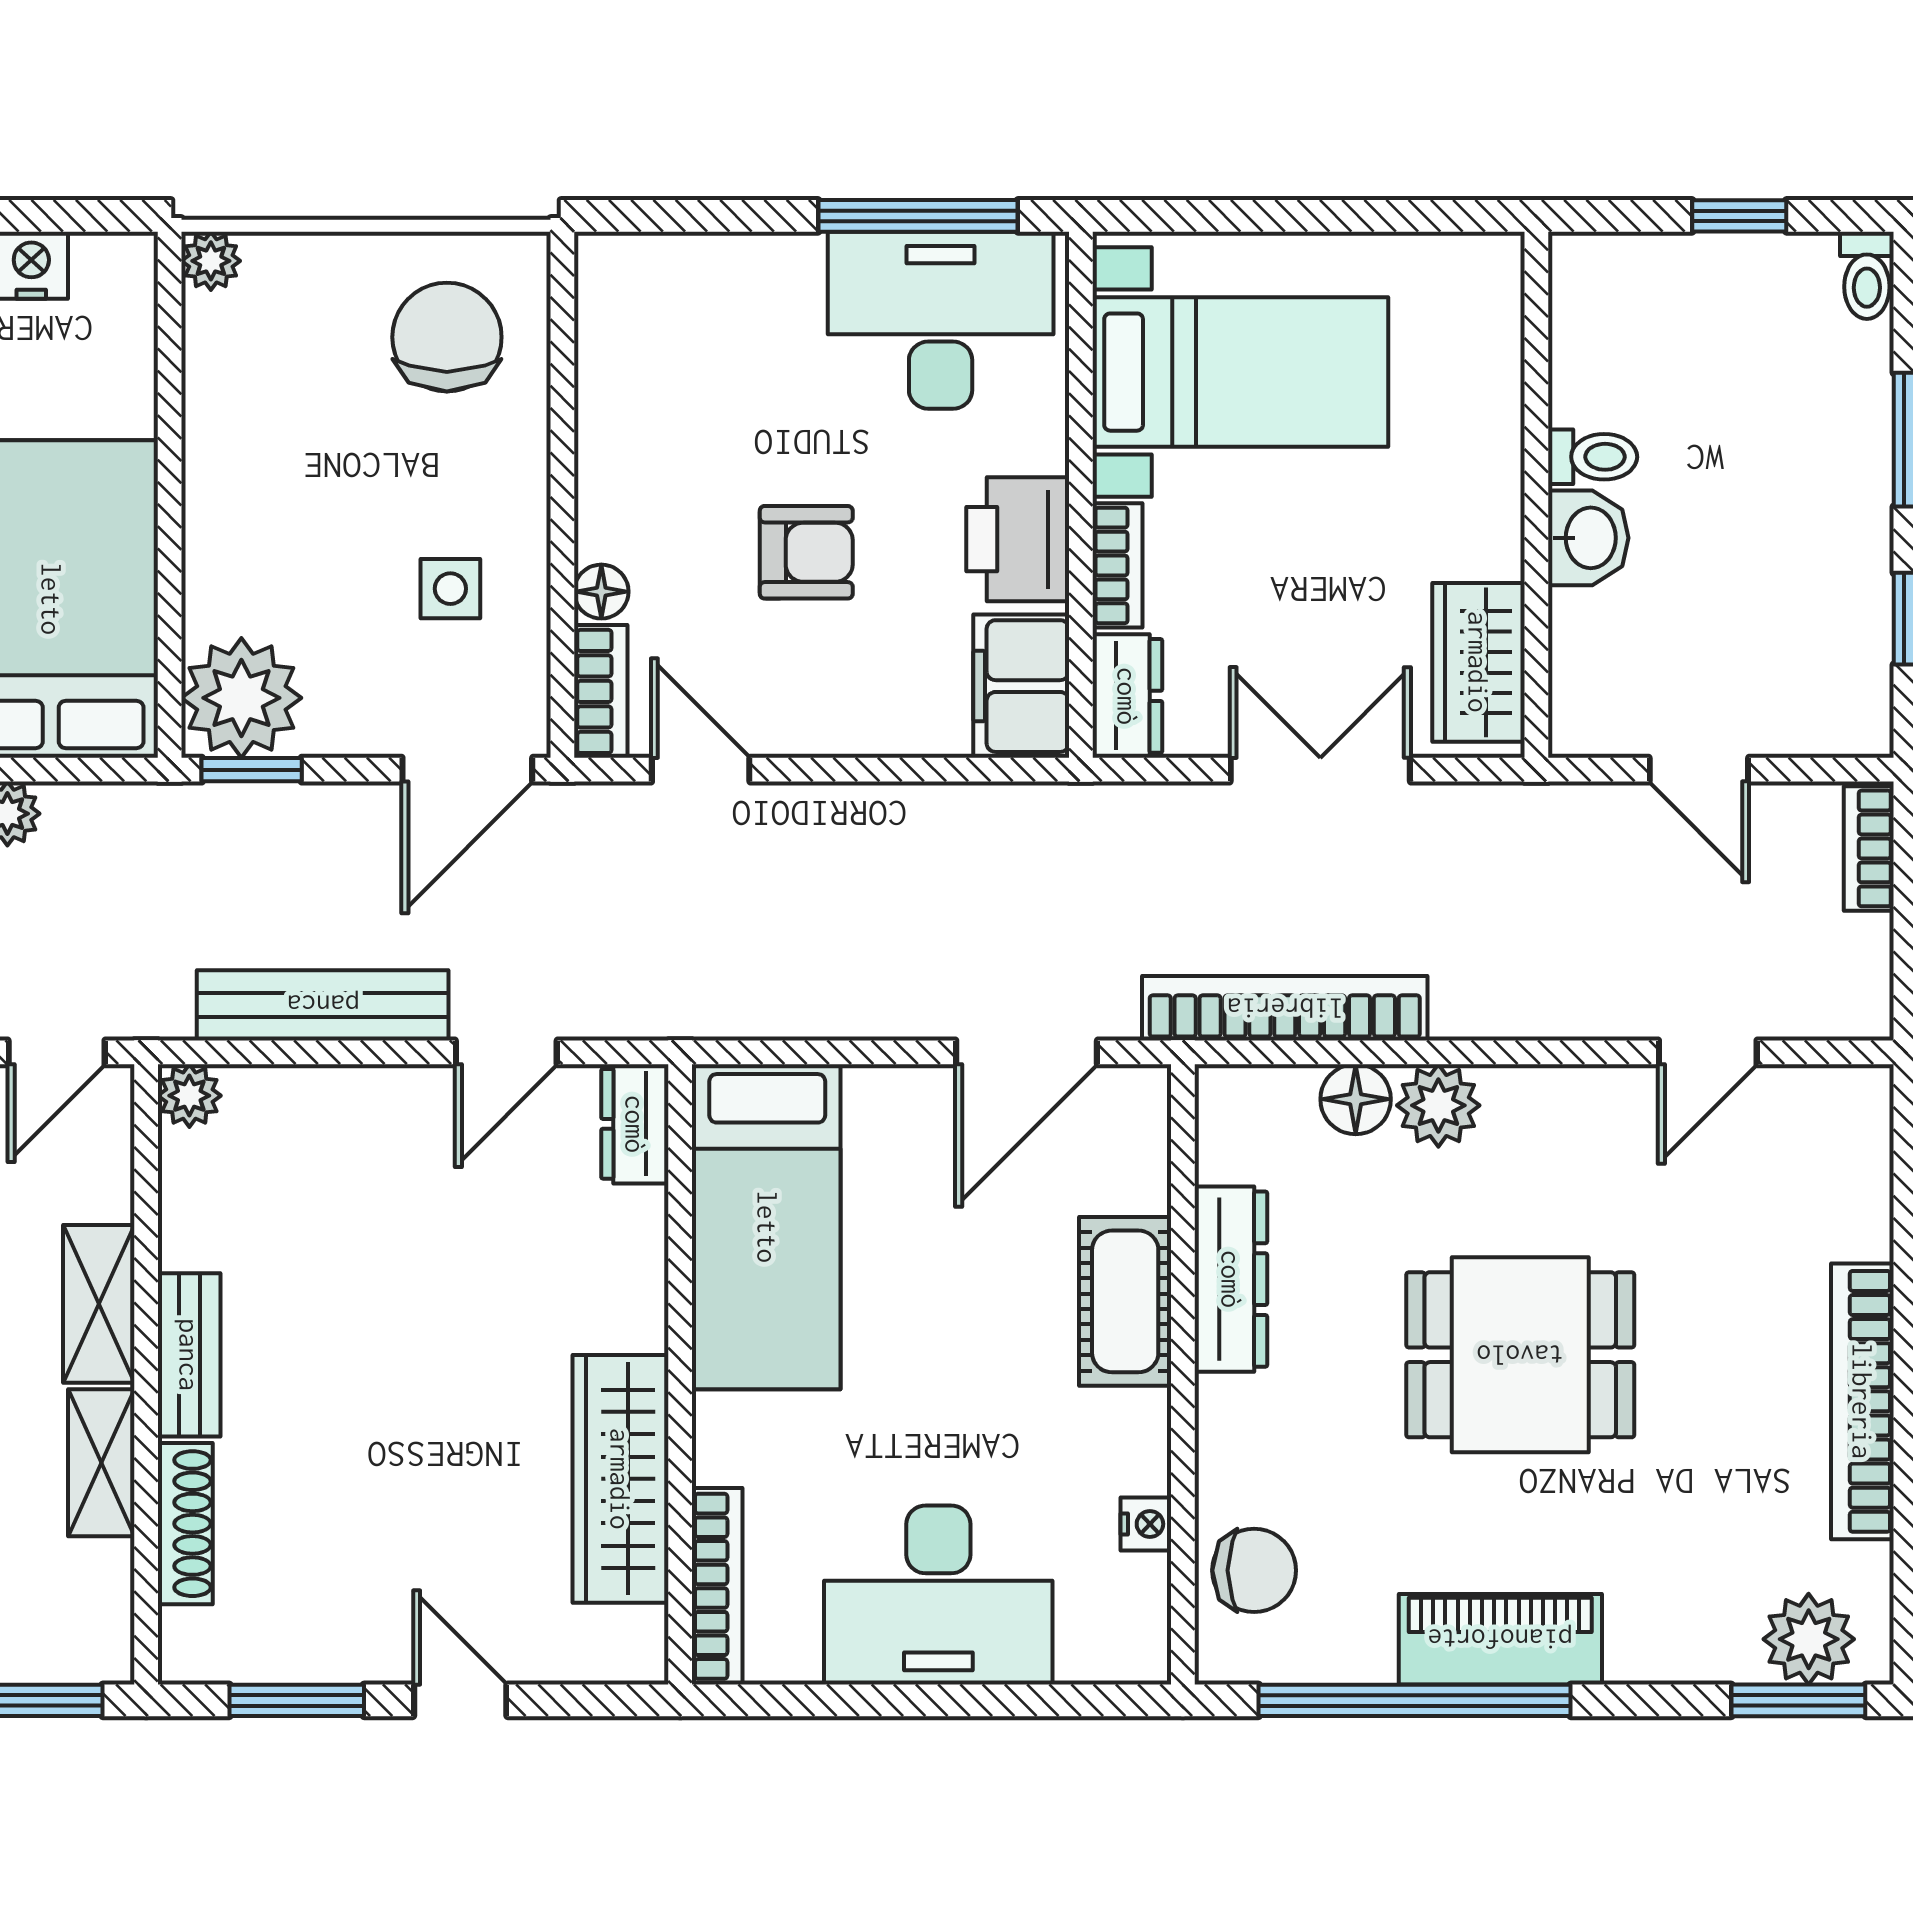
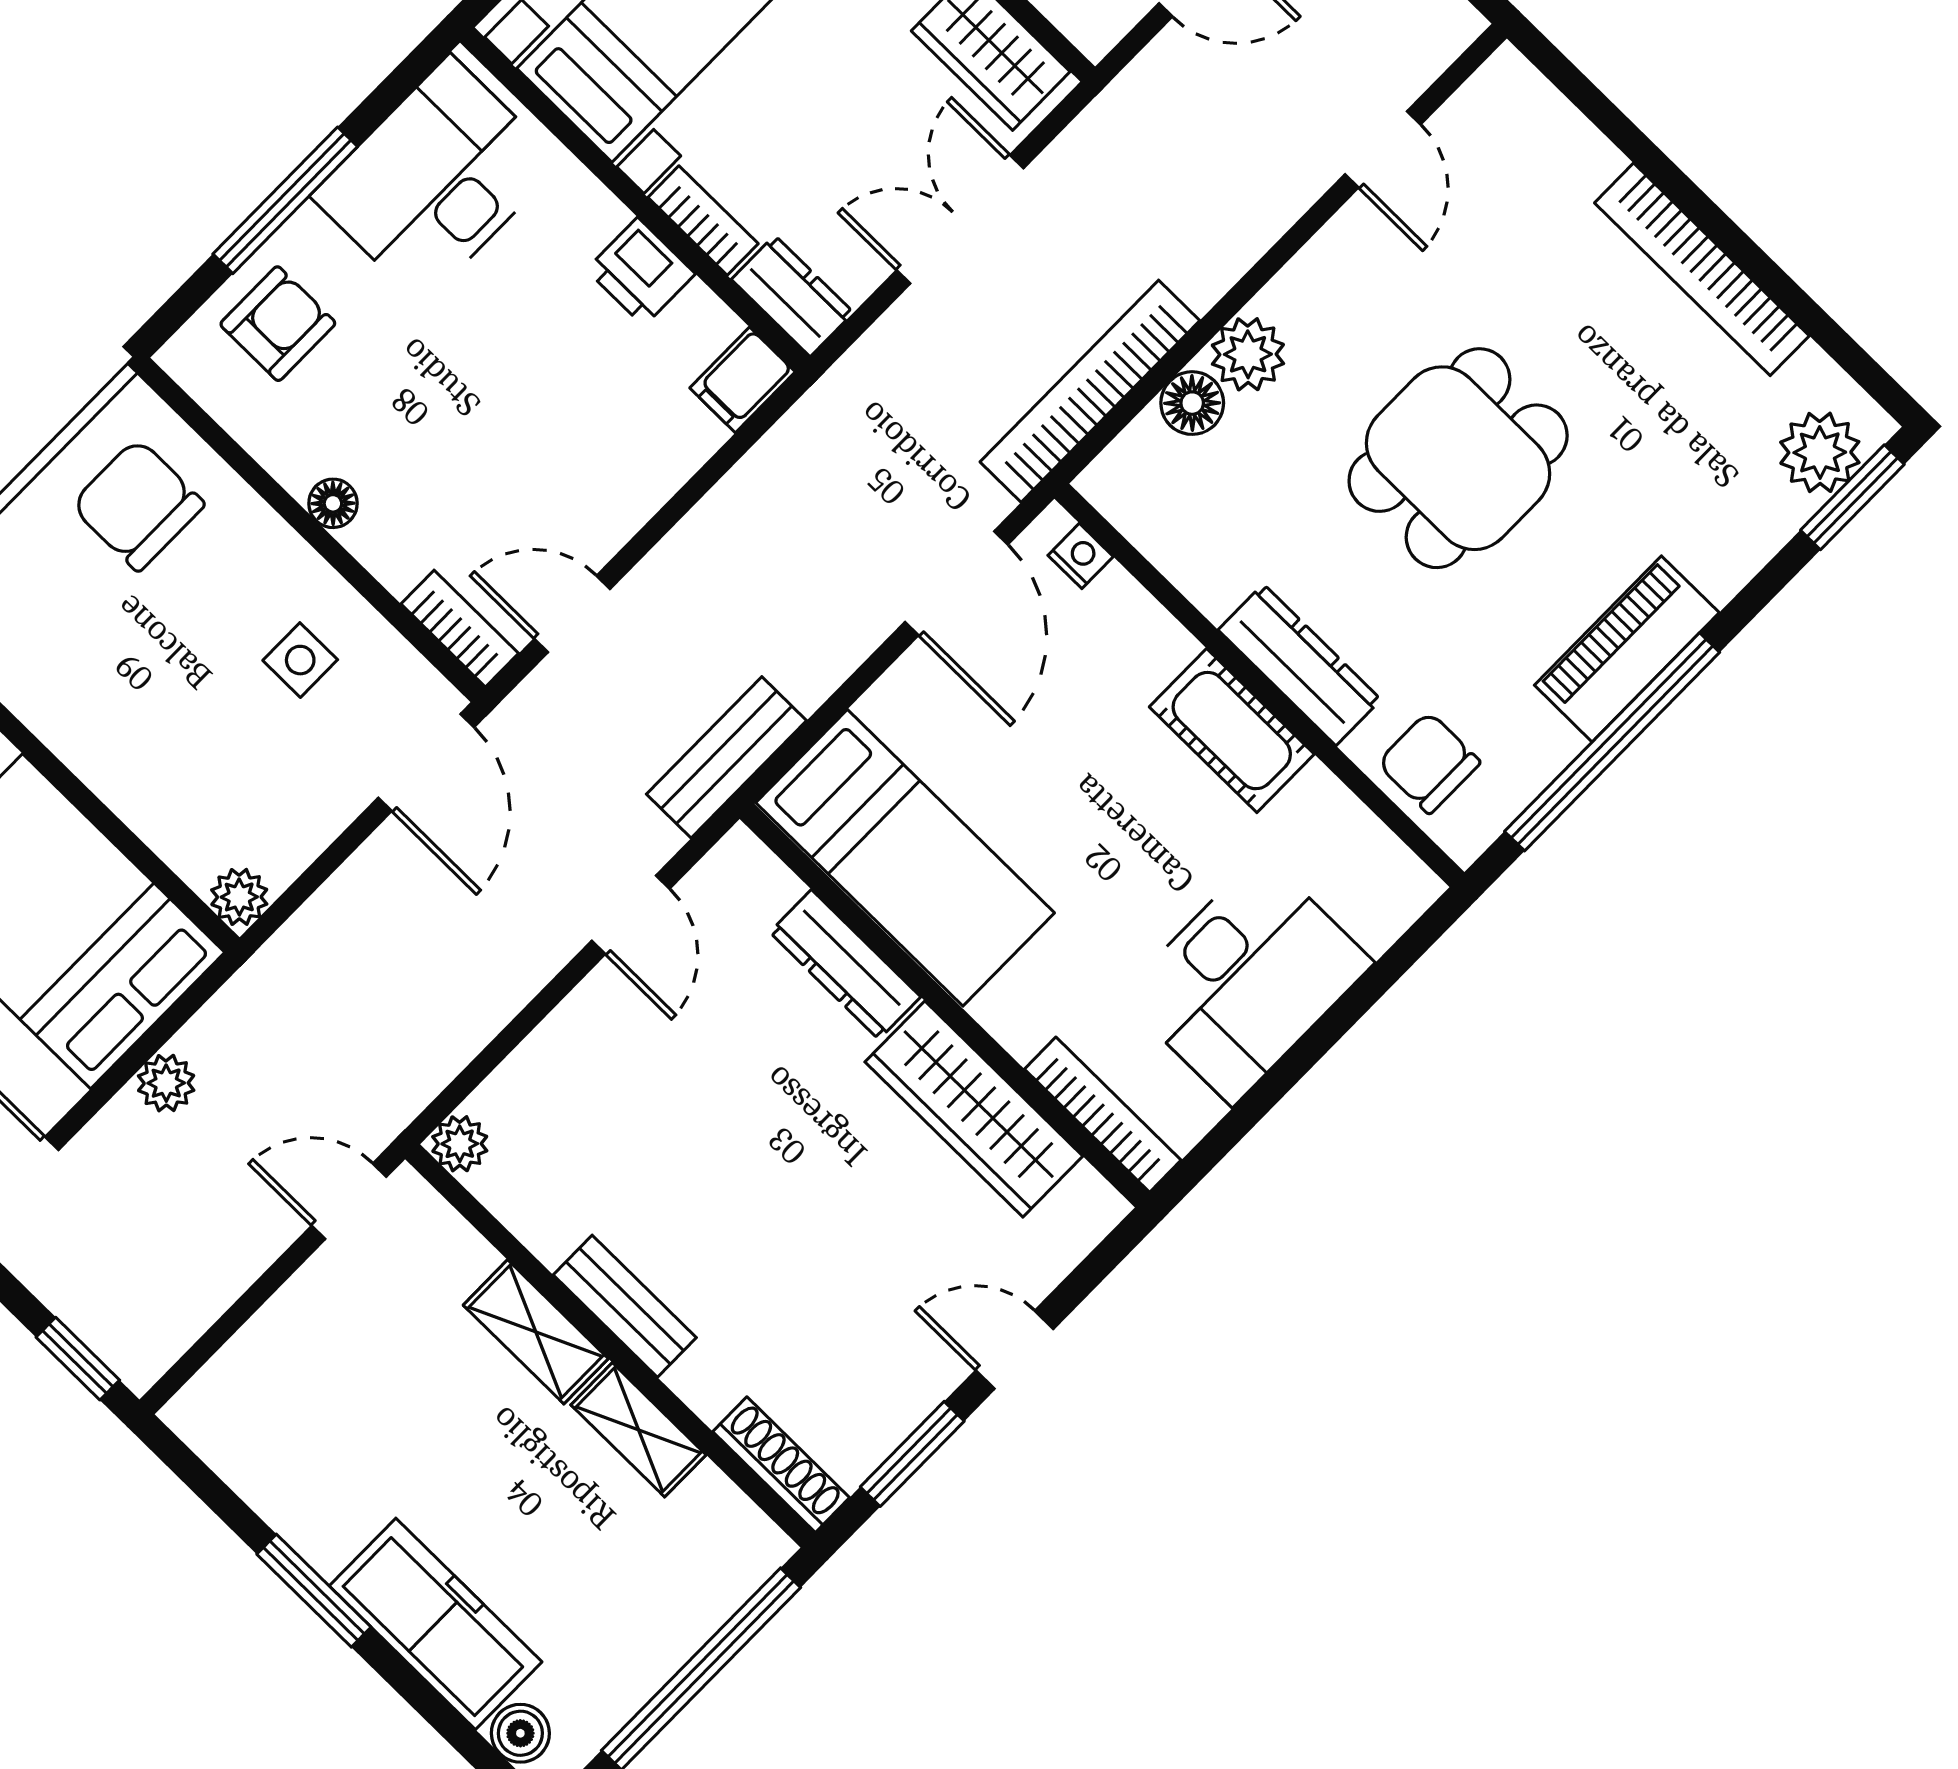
window: (918, 216) -> (285, 200), moved
printer: (1018, 539) -> (641, 272), width x0.73, depth x0.81
armchair: (806, 552) -> (278, 324), moved
floor lamp: (601, 592) -> (333, 503), moved
filing cabinet: (1021, 686) -> (742, 380), width x0.50
plant: (241, 698) -> (239, 897), width x0.53, depth x0.53
window: (252, 770) -> (291, 900), removed
bench: (323, 1005) -> (726, 757), moved, width x0.73
door: (57, 1052) -> (349, 1201), swing flipped
dresser: (635, 1124) -> (845, 965), moved, width x1.44
dresser: (1231, 1279) -> (1300, 665), moved
cot: (1125, 1301) -> (1232, 731), moved
shoe rack: (185, 1524) -> (781, 1465), moved
nightstand: (1146, 1524) -> (1081, 556), moved
chair: (1254, 1570) -> (1429, 763), turned -90

